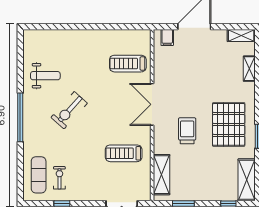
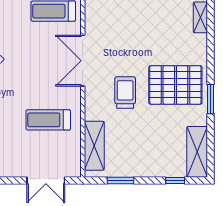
pallet: (229, 124) -> (175, 85), turned 90

